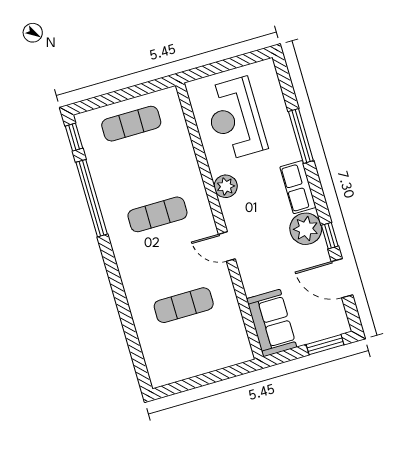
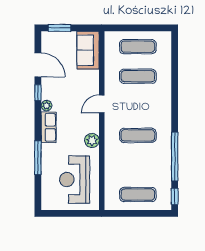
reception desk: (235, 119) -> (75, 180), turned 180
plant: (306, 229) -> (46, 106), width x0.53, depth x0.53
door: (227, 247) -> (102, 104), swing flipped
exercise mat: (197, 350) -> (138, 47), added

